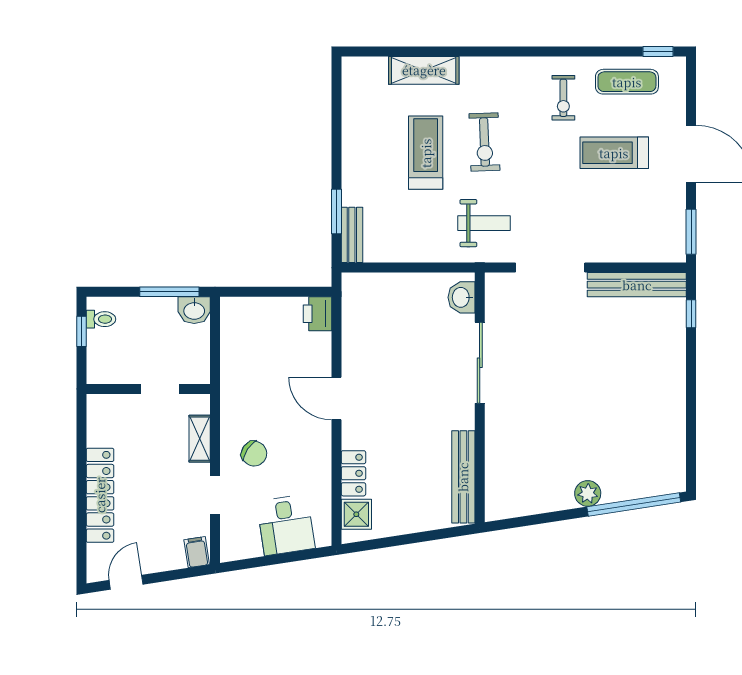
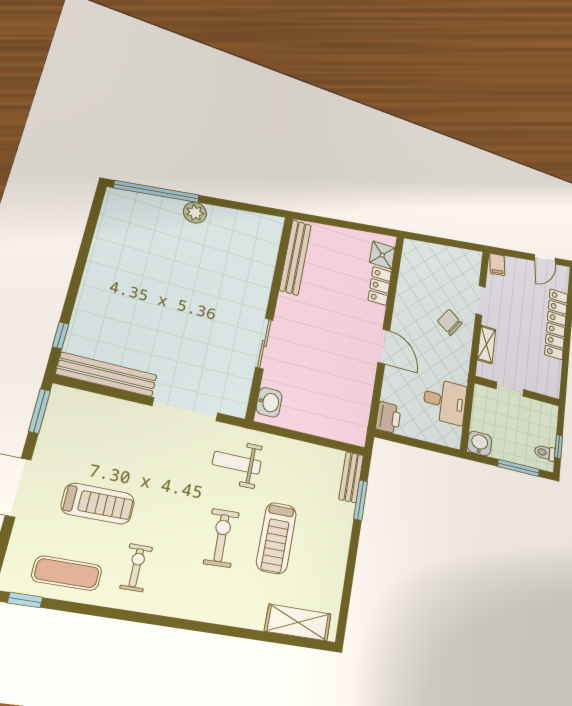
shelving: (424, 70) -> (298, 622), moved
window: (169, 292) -> (519, 468), moved
sliding door: (480, 363) -> (264, 344), width x0.73
desk: (286, 525) -> (445, 401), moved, turned 99

